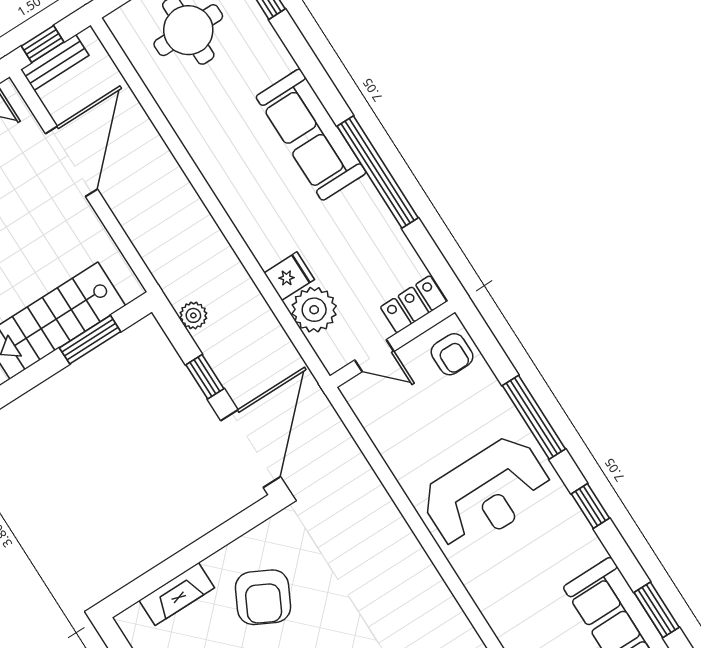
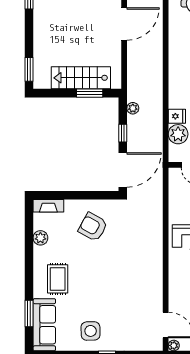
fireplace: (177, 594) -> (48, 206), moved
armchair: (263, 597) -> (93, 227), turned 92

